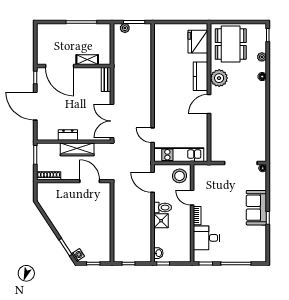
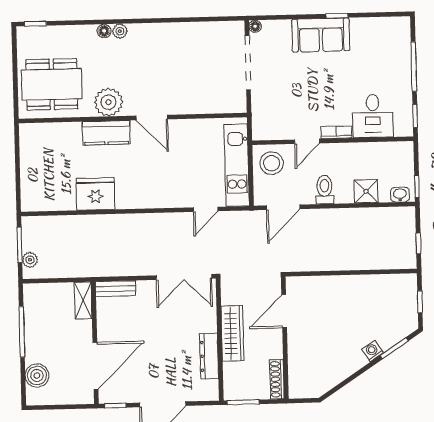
boiler: (55, 30) -> (37, 376), added
fridge: (198, 42) -> (95, 194), moved, turned 180
plant: (262, 57) -> (120, 31), moved
shelving: (87, 60) -> (83, 300), moved
dresser: (68, 135) -> (209, 356), width x1.44
shower: (161, 221) -> (366, 191), moved
washing machine: (78, 255) -> (373, 351), moved

